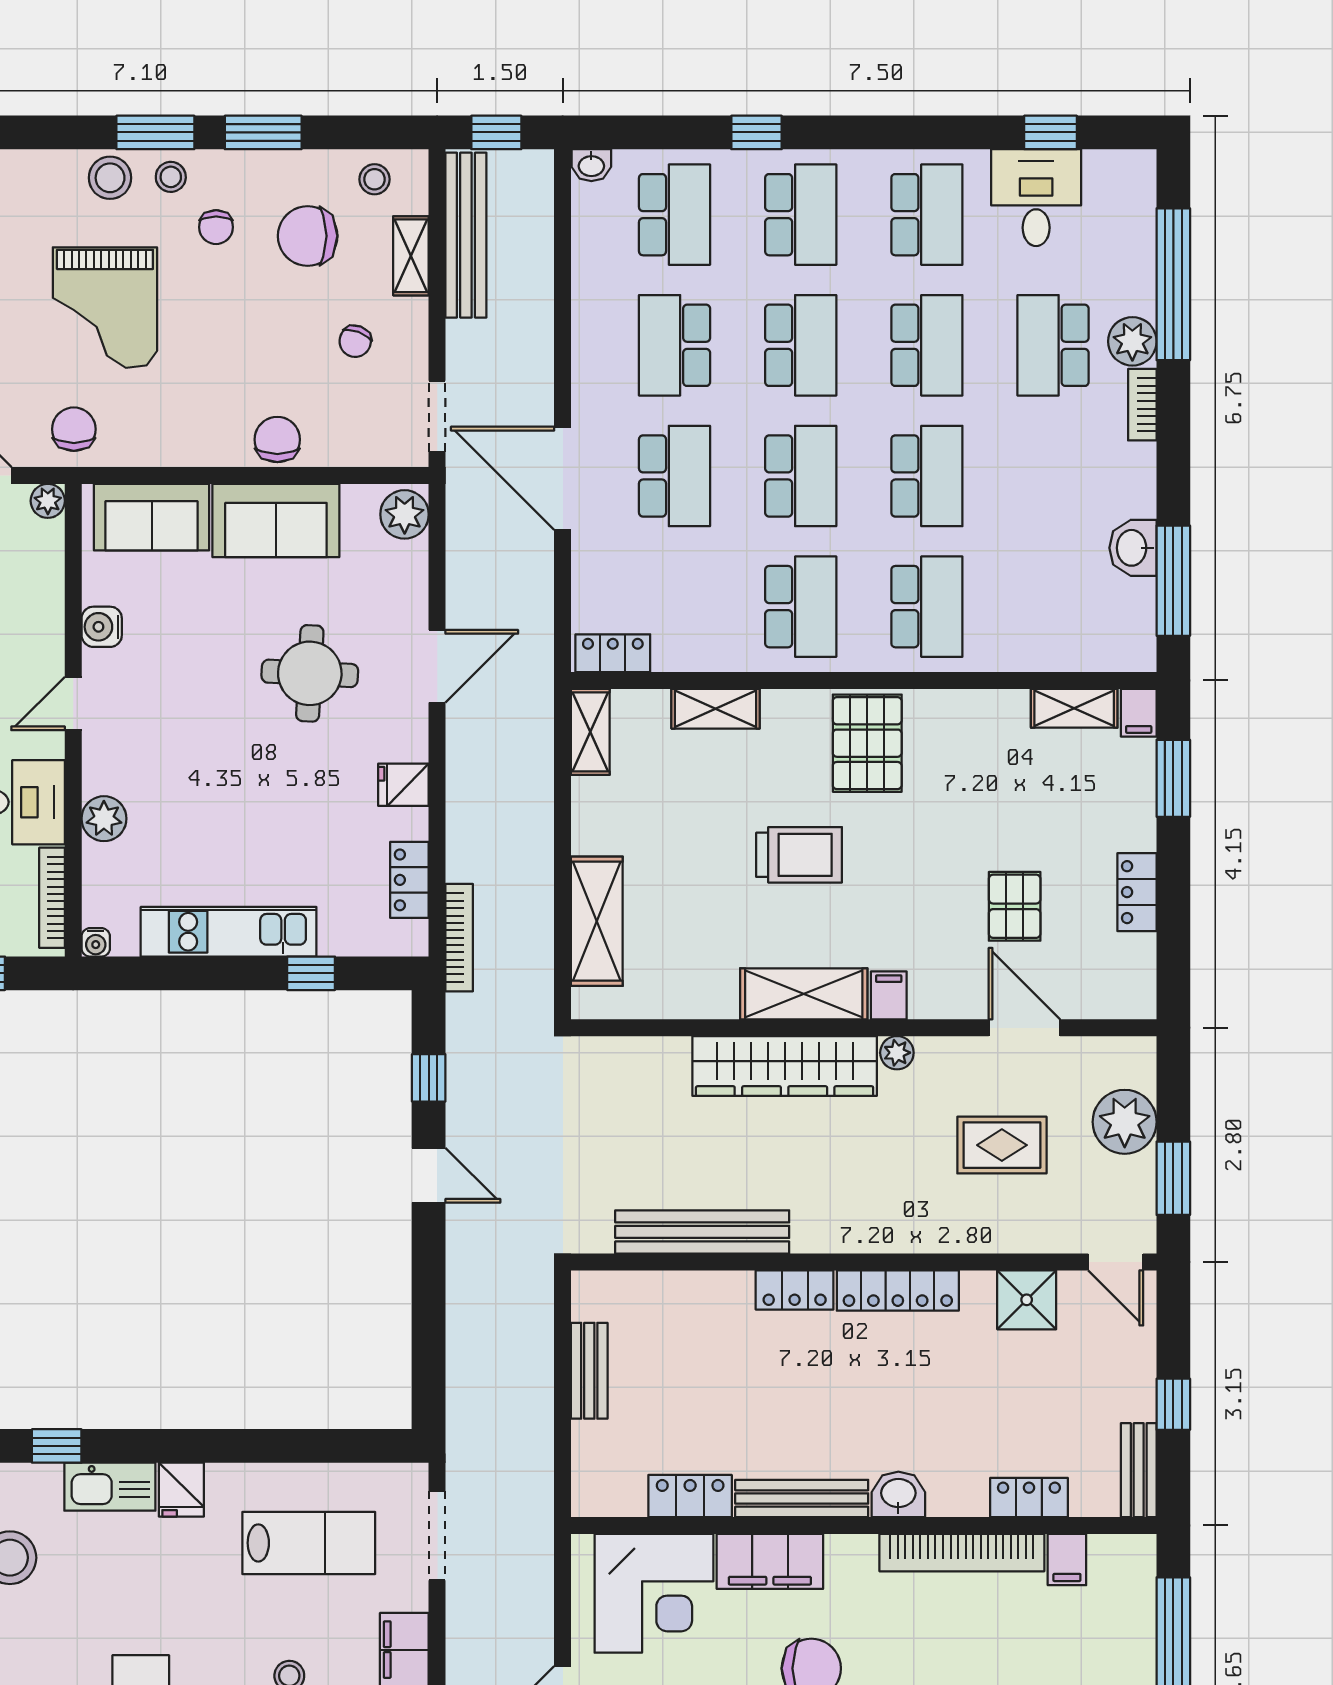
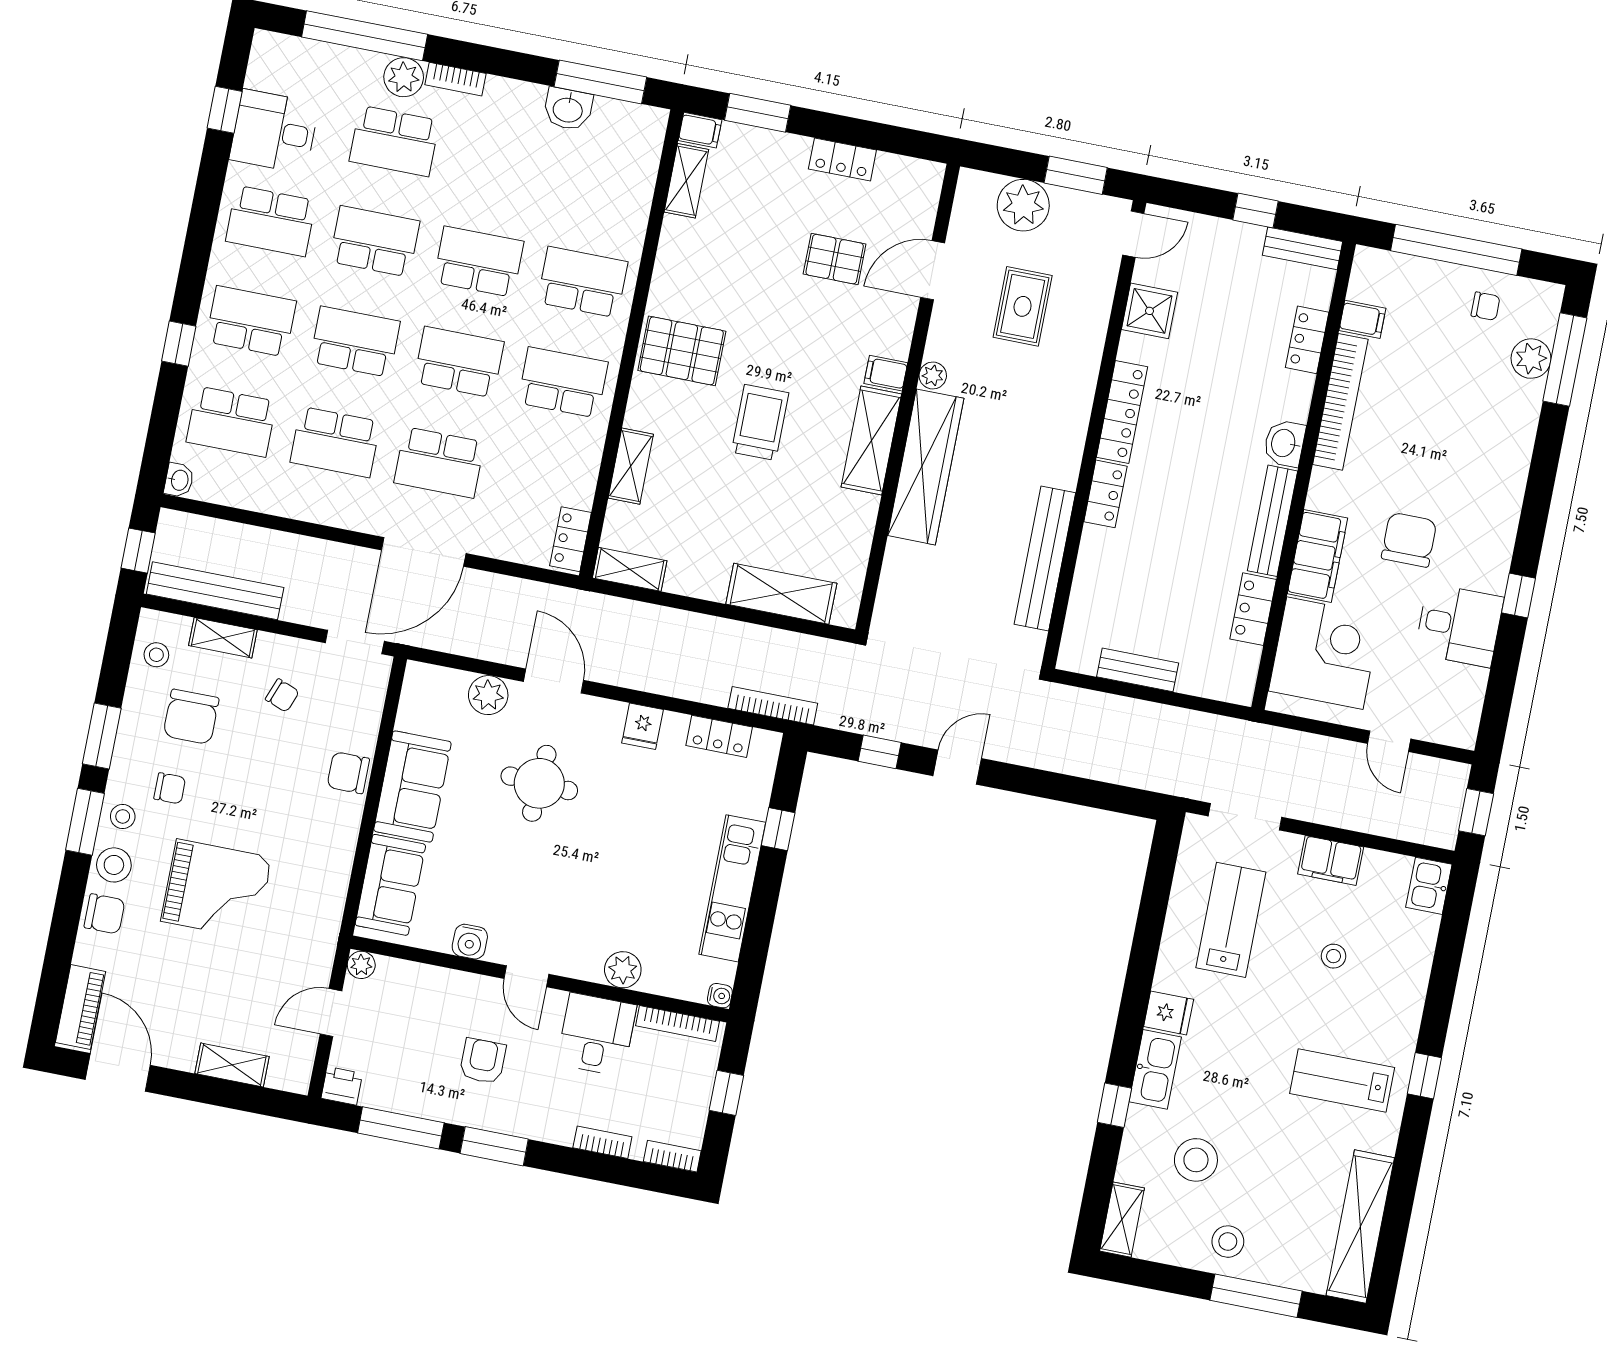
school desk: (675, 215) -> (231, 422), turned 180
school desk: (927, 215) -> (271, 221), turned 180
chair: (74, 429) -> (104, 914), moved, turned 180
school desk: (675, 476) -> (439, 462), turned 180
plant: (405, 514) -> (488, 695), moved

